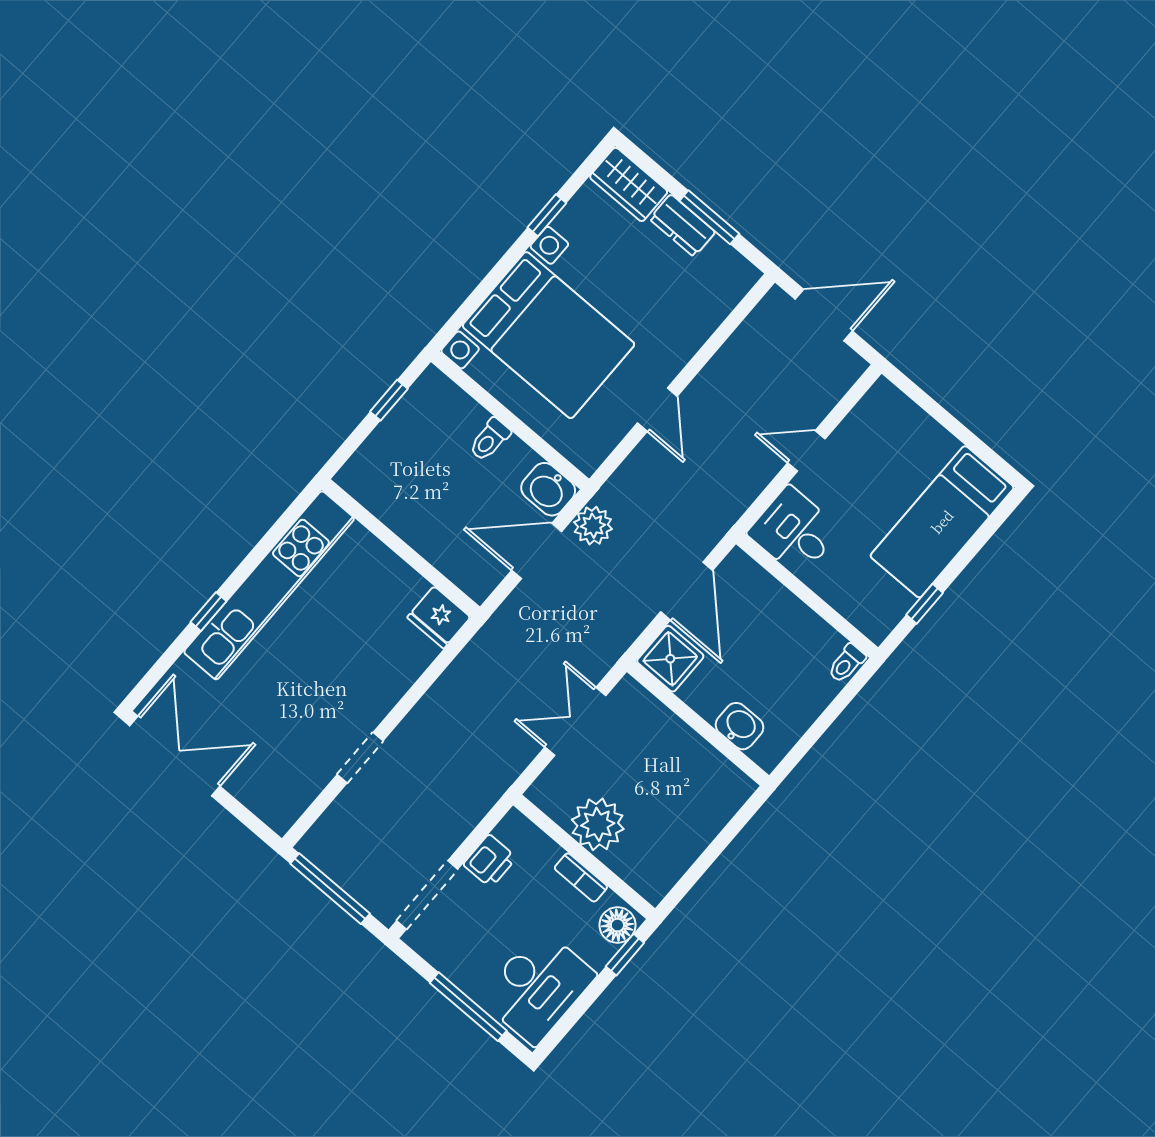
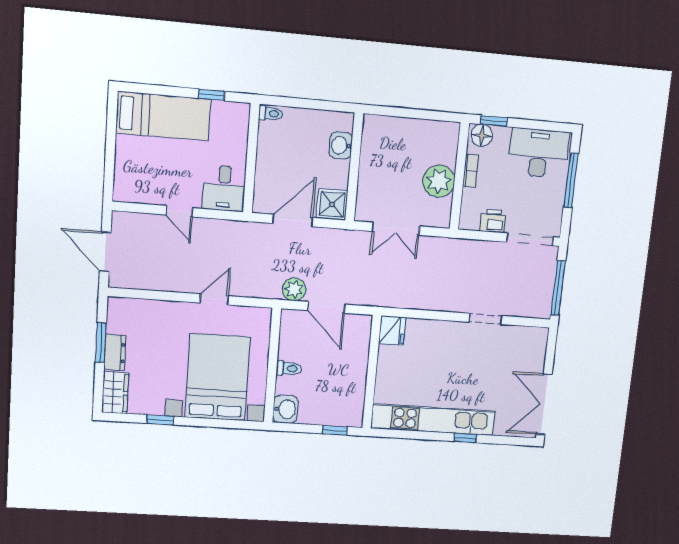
window: (389, 400) -> (335, 430), moved
washbasin: (548, 489) -> (285, 409), moved

